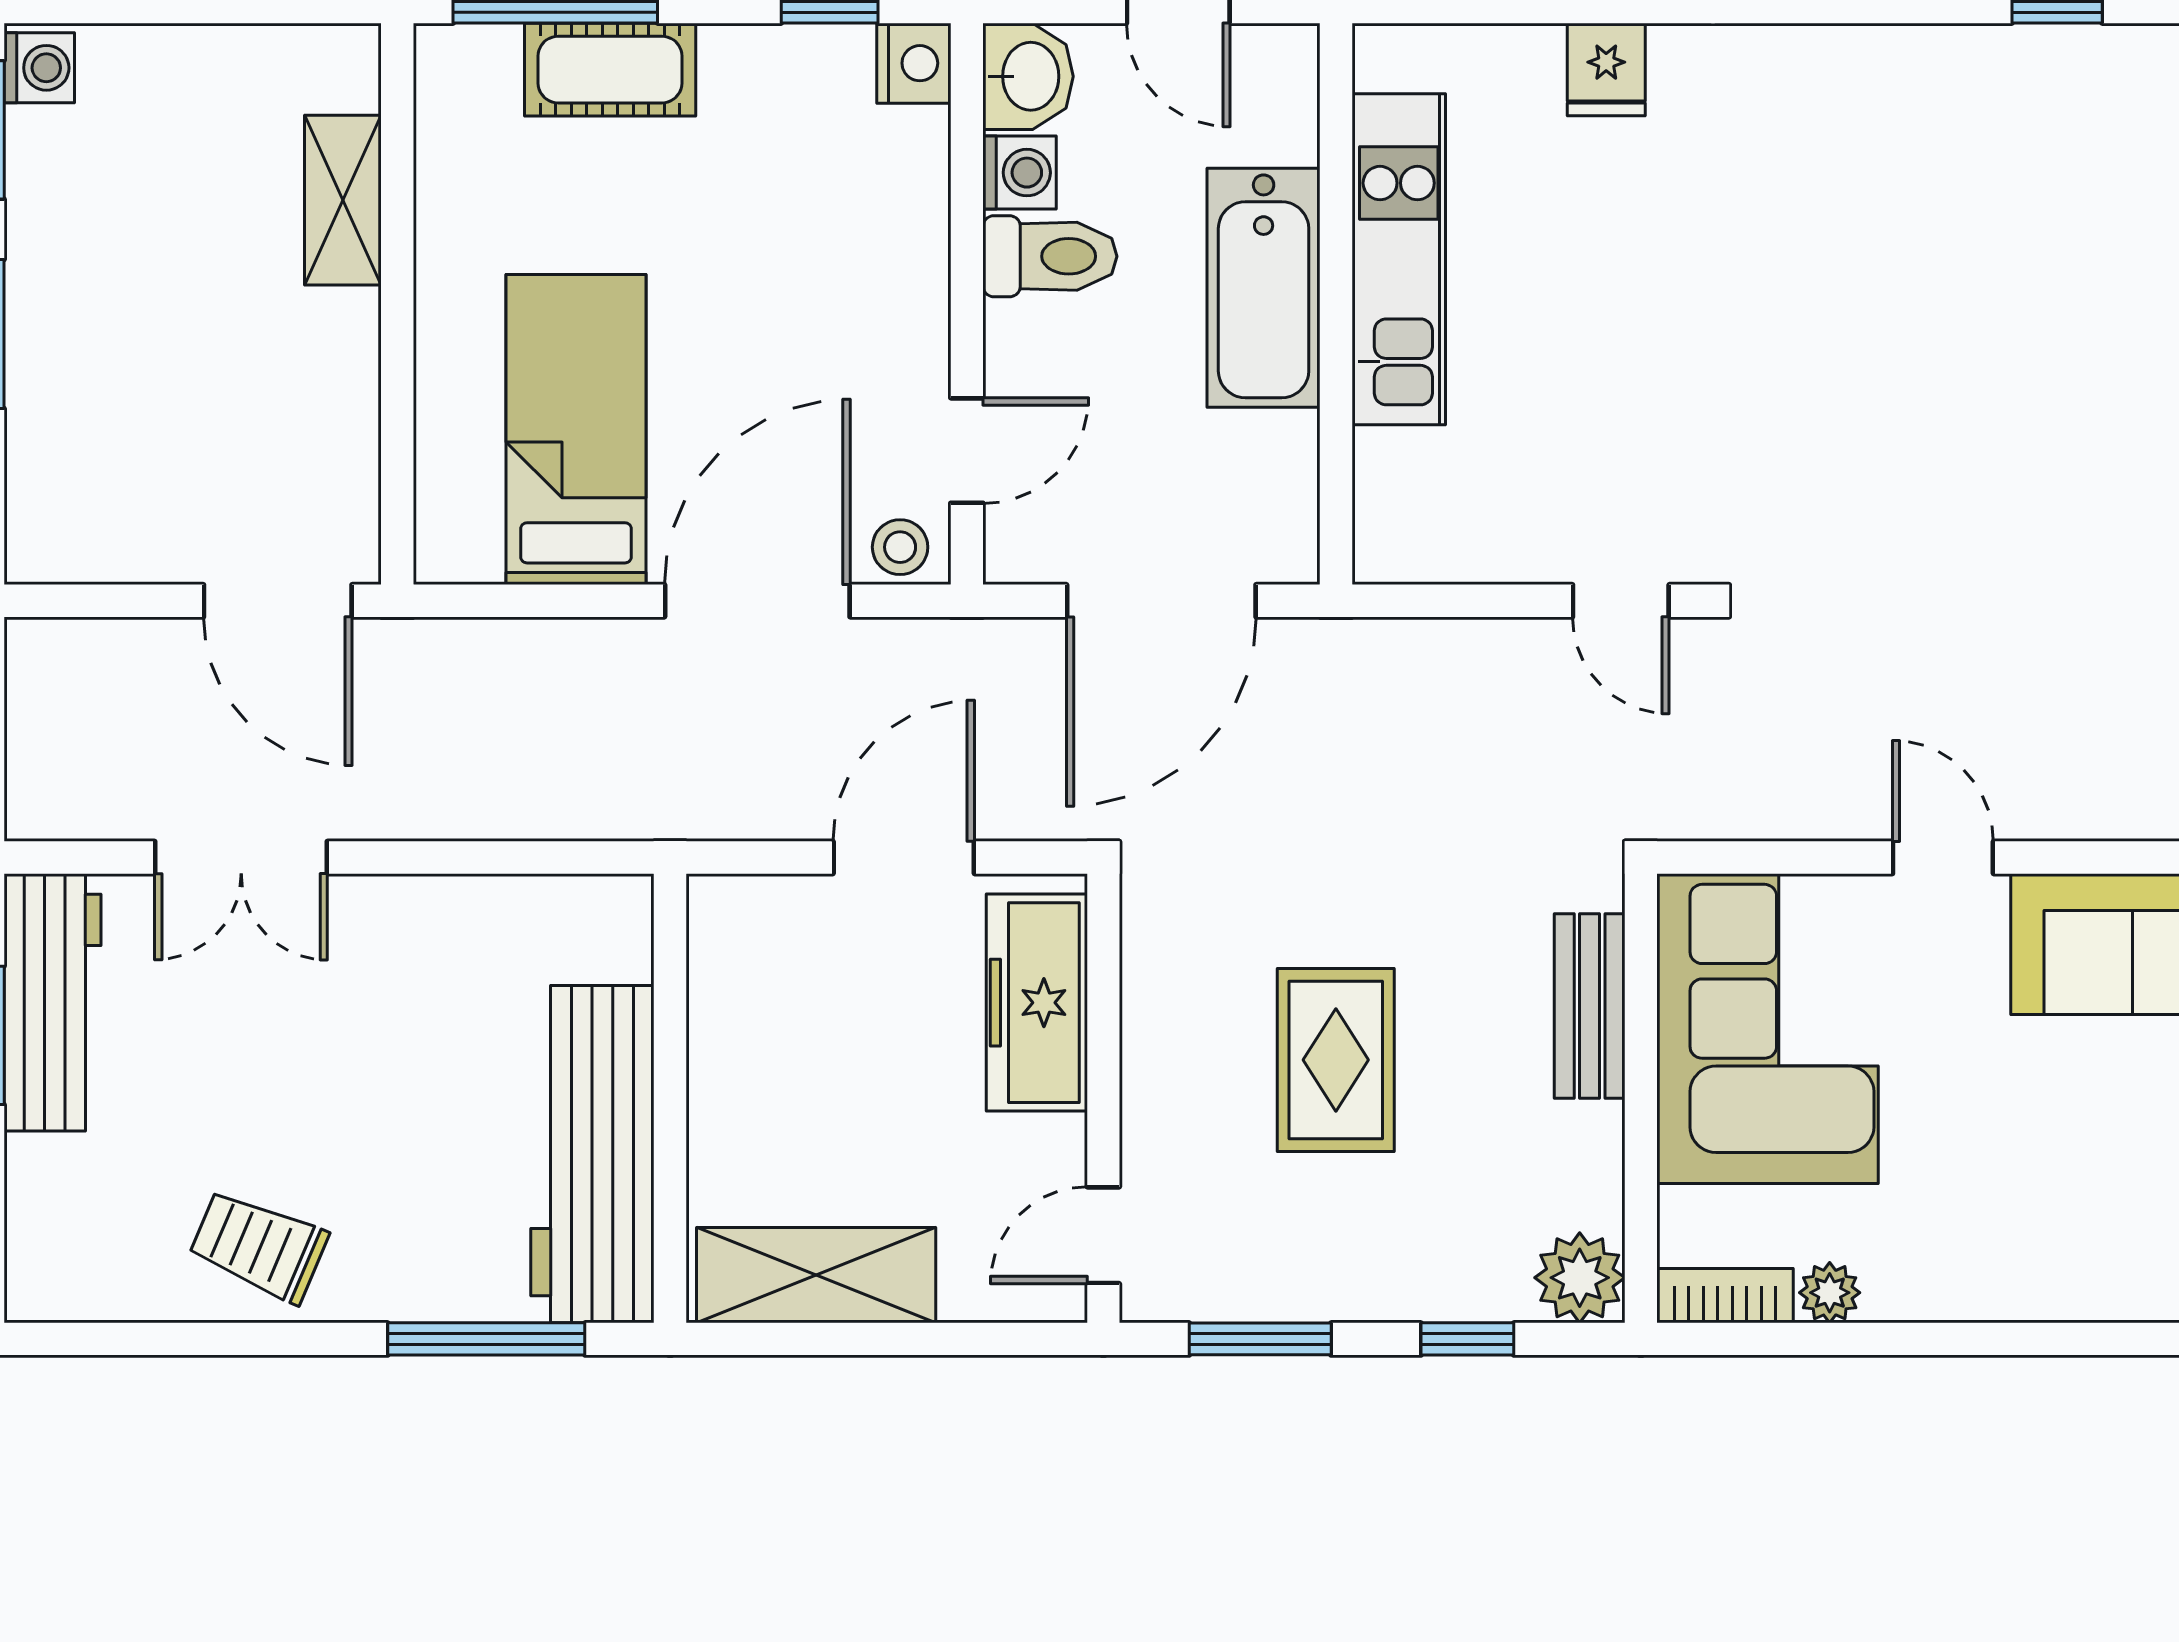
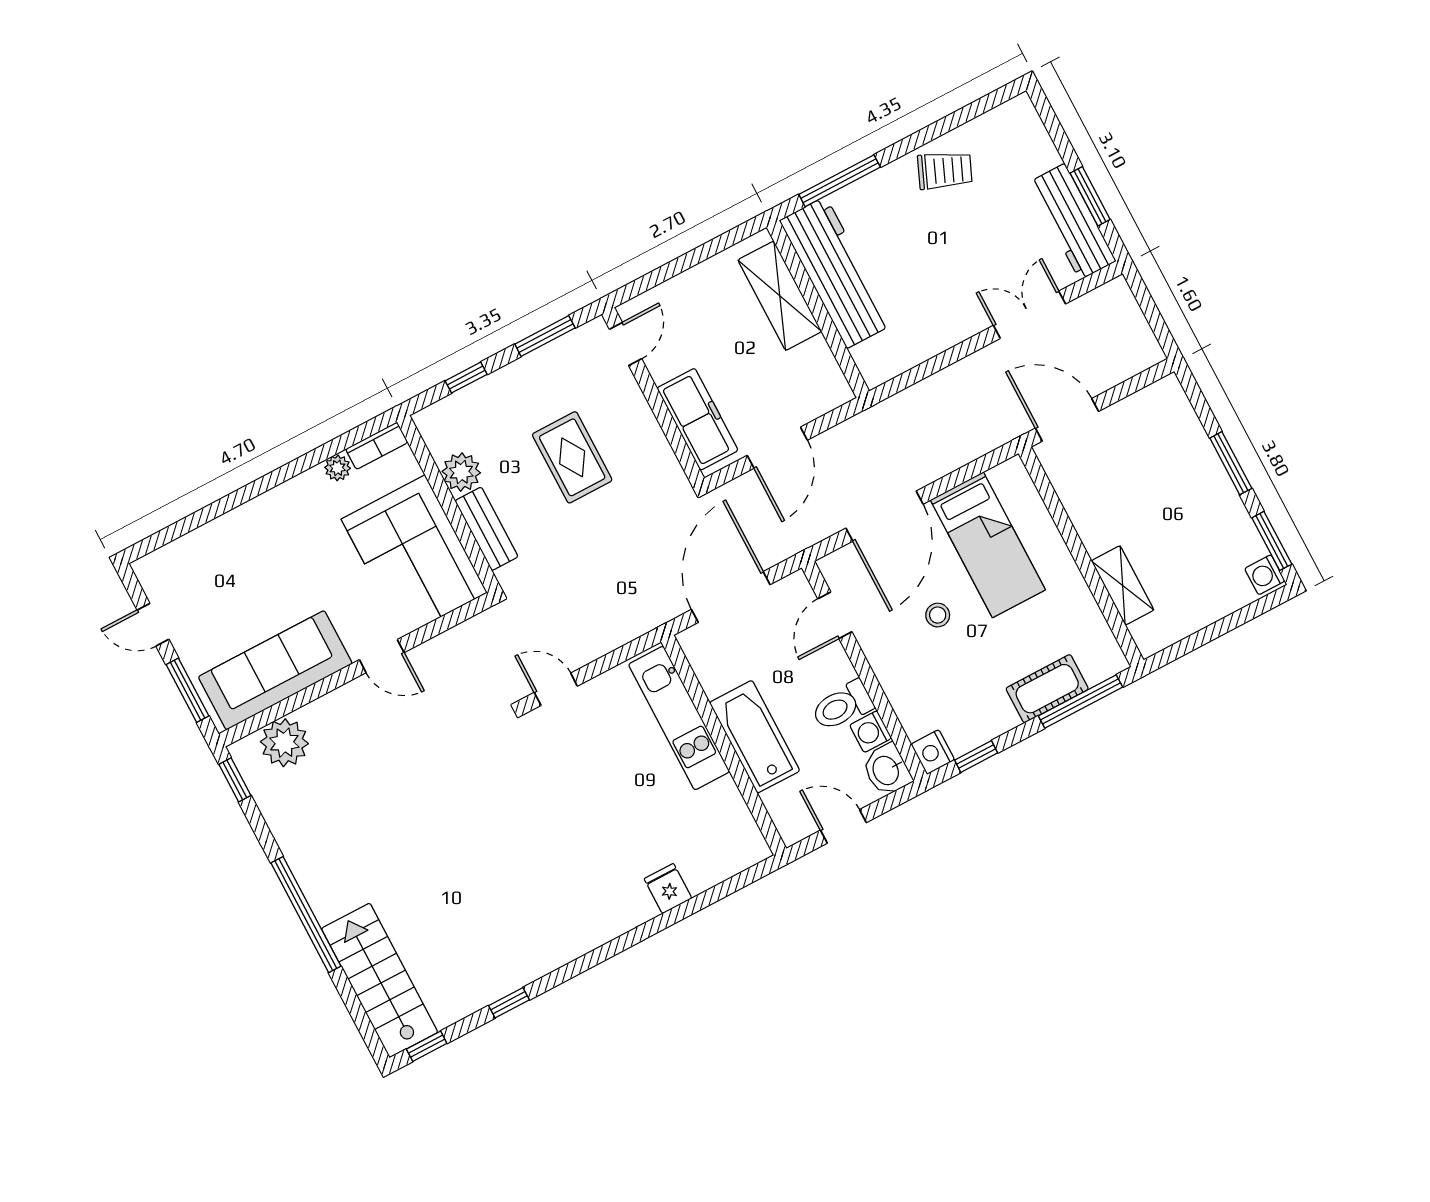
kitchen unit: (1399, 259) -> (679, 718), moved
stool: (900, 547) -> (938, 615), moved
shelving: (816, 1275) -> (780, 296), moved, turned 90
plant: (1580, 1278) -> (461, 472), moved

